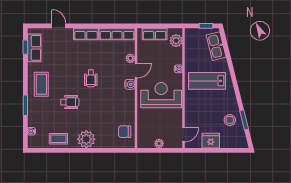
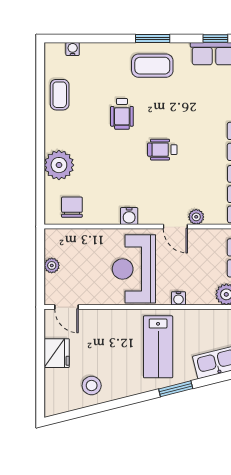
lab bench: (207, 81) -> (158, 347), turned 180
water cooler: (130, 84) -> (129, 216), moved
reception desk: (161, 95) -> (134, 269), turned 180
window: (25, 105) -> (153, 39), moved
window: (244, 120) -> (176, 389), moved
plant: (86, 139) -> (59, 165), moved

